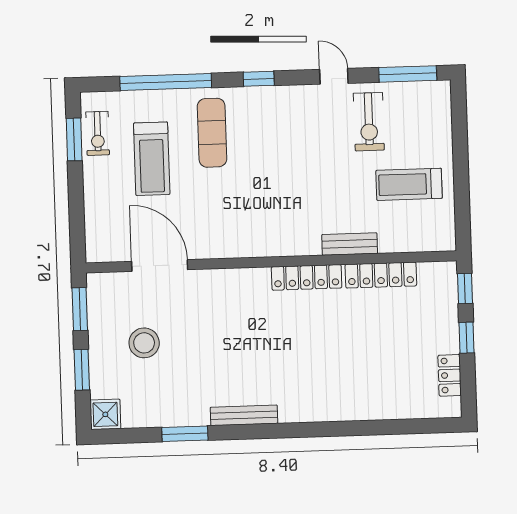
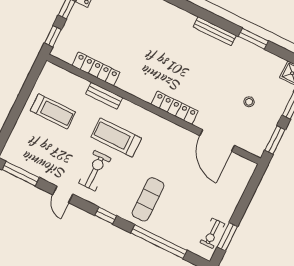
exercise bike: (369, 122) -> (95, 171), moved
exercise bike: (98, 133) -> (212, 233), turned 180
treadmill: (152, 159) -> (116, 138), moved, turned -90
locker: (307, 277) -> (175, 108), moved
stool: (144, 343) -> (249, 102), width x0.53, depth x0.53

